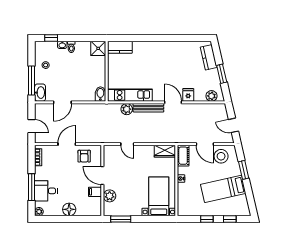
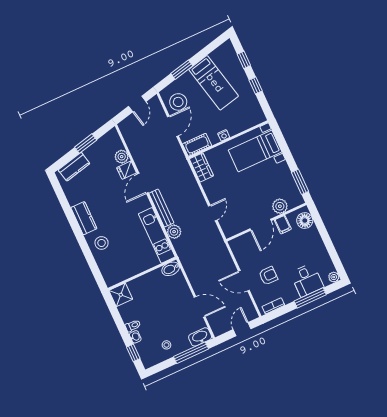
kitchen counter: (120, 47) -> (84, 218), moved
stool: (143, 52) -> (102, 243), added
plant: (211, 96) -> (122, 157), moved
armchair: (84, 156) -> (268, 276), moved
floor lamp: (69, 209) -> (305, 221), moved

